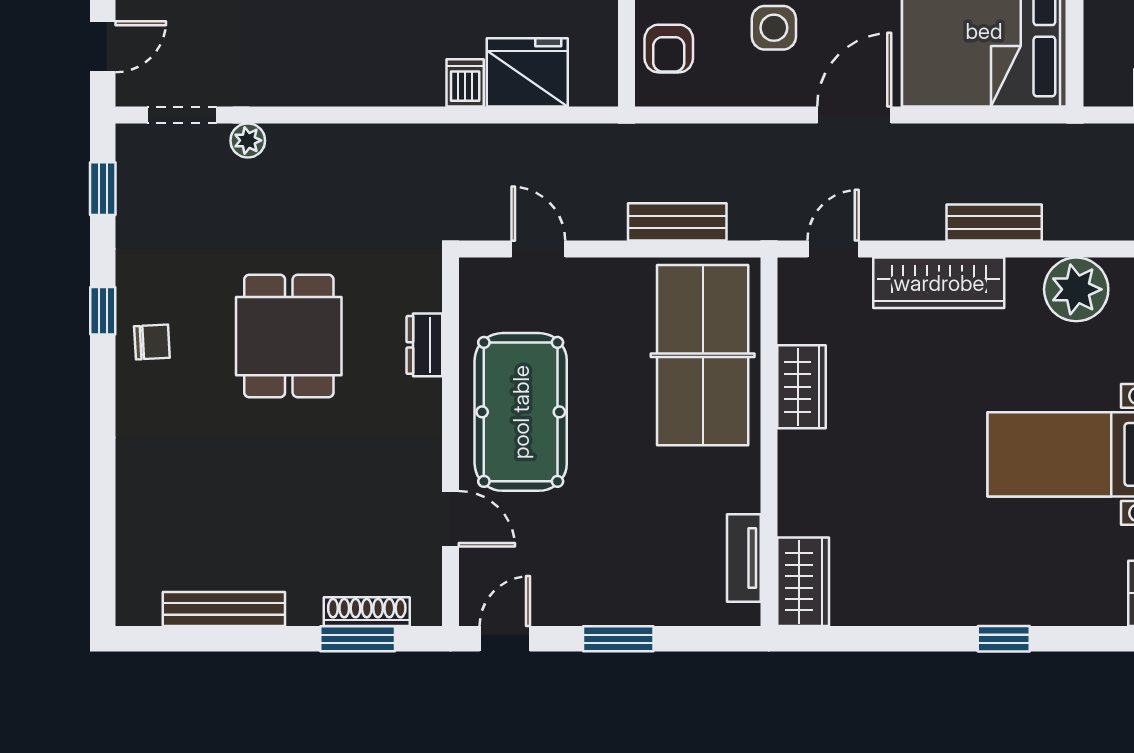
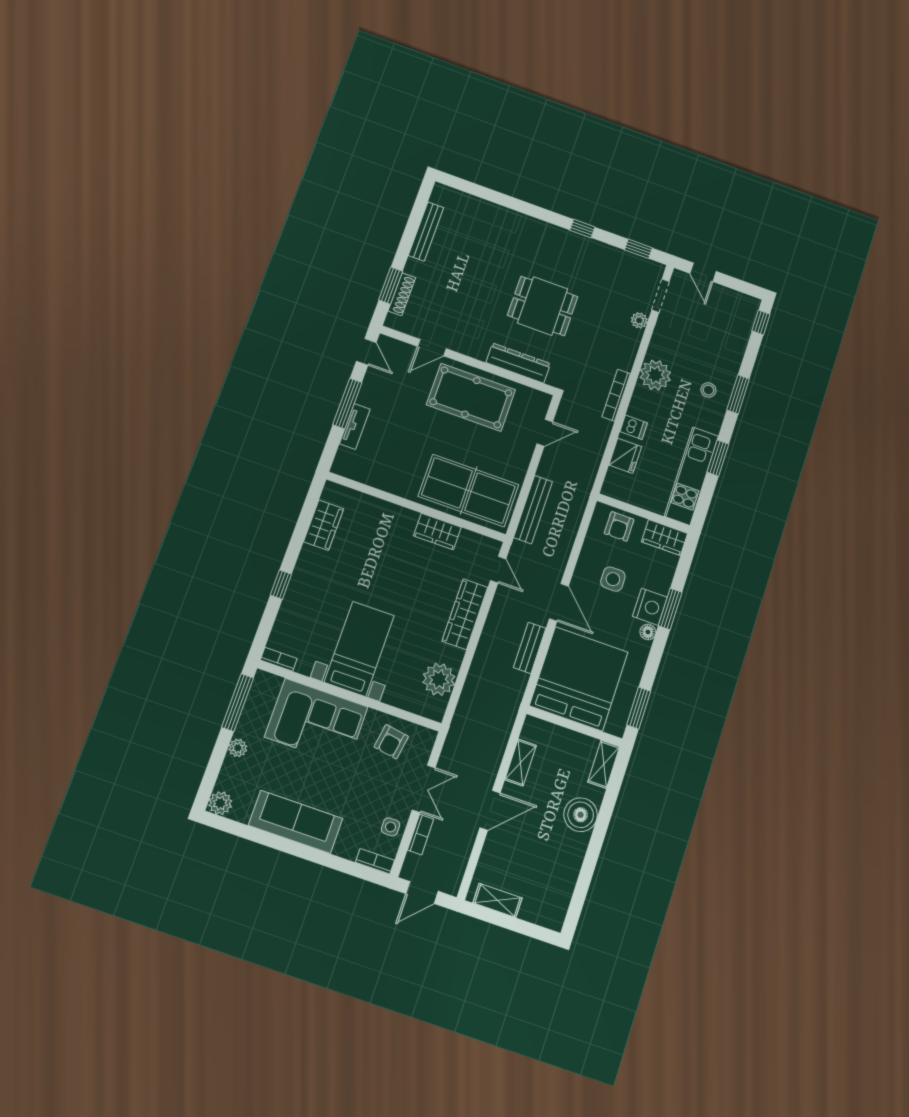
armchair: (669, 49) -> (619, 526), turned -90
fridge: (527, 72) -> (625, 456), width x0.73, depth x0.75
plant: (346, 74) -> (655, 375), added
bookcase: (414, 137) -> (616, 395), added
bench: (677, 222) -> (533, 510), width x1.36
bench: (994, 223) -> (530, 648), moved
chair: (152, 342) -> (561, 245), removed
dresser: (424, 345) -> (518, 363), width x1.96, depth x1.24
tv unit: (744, 558) -> (355, 427), moved, turned 90
wardrobe: (803, 582) -> (324, 525), moved, turned -90
window: (618, 639) -> (347, 404), width x1.44

